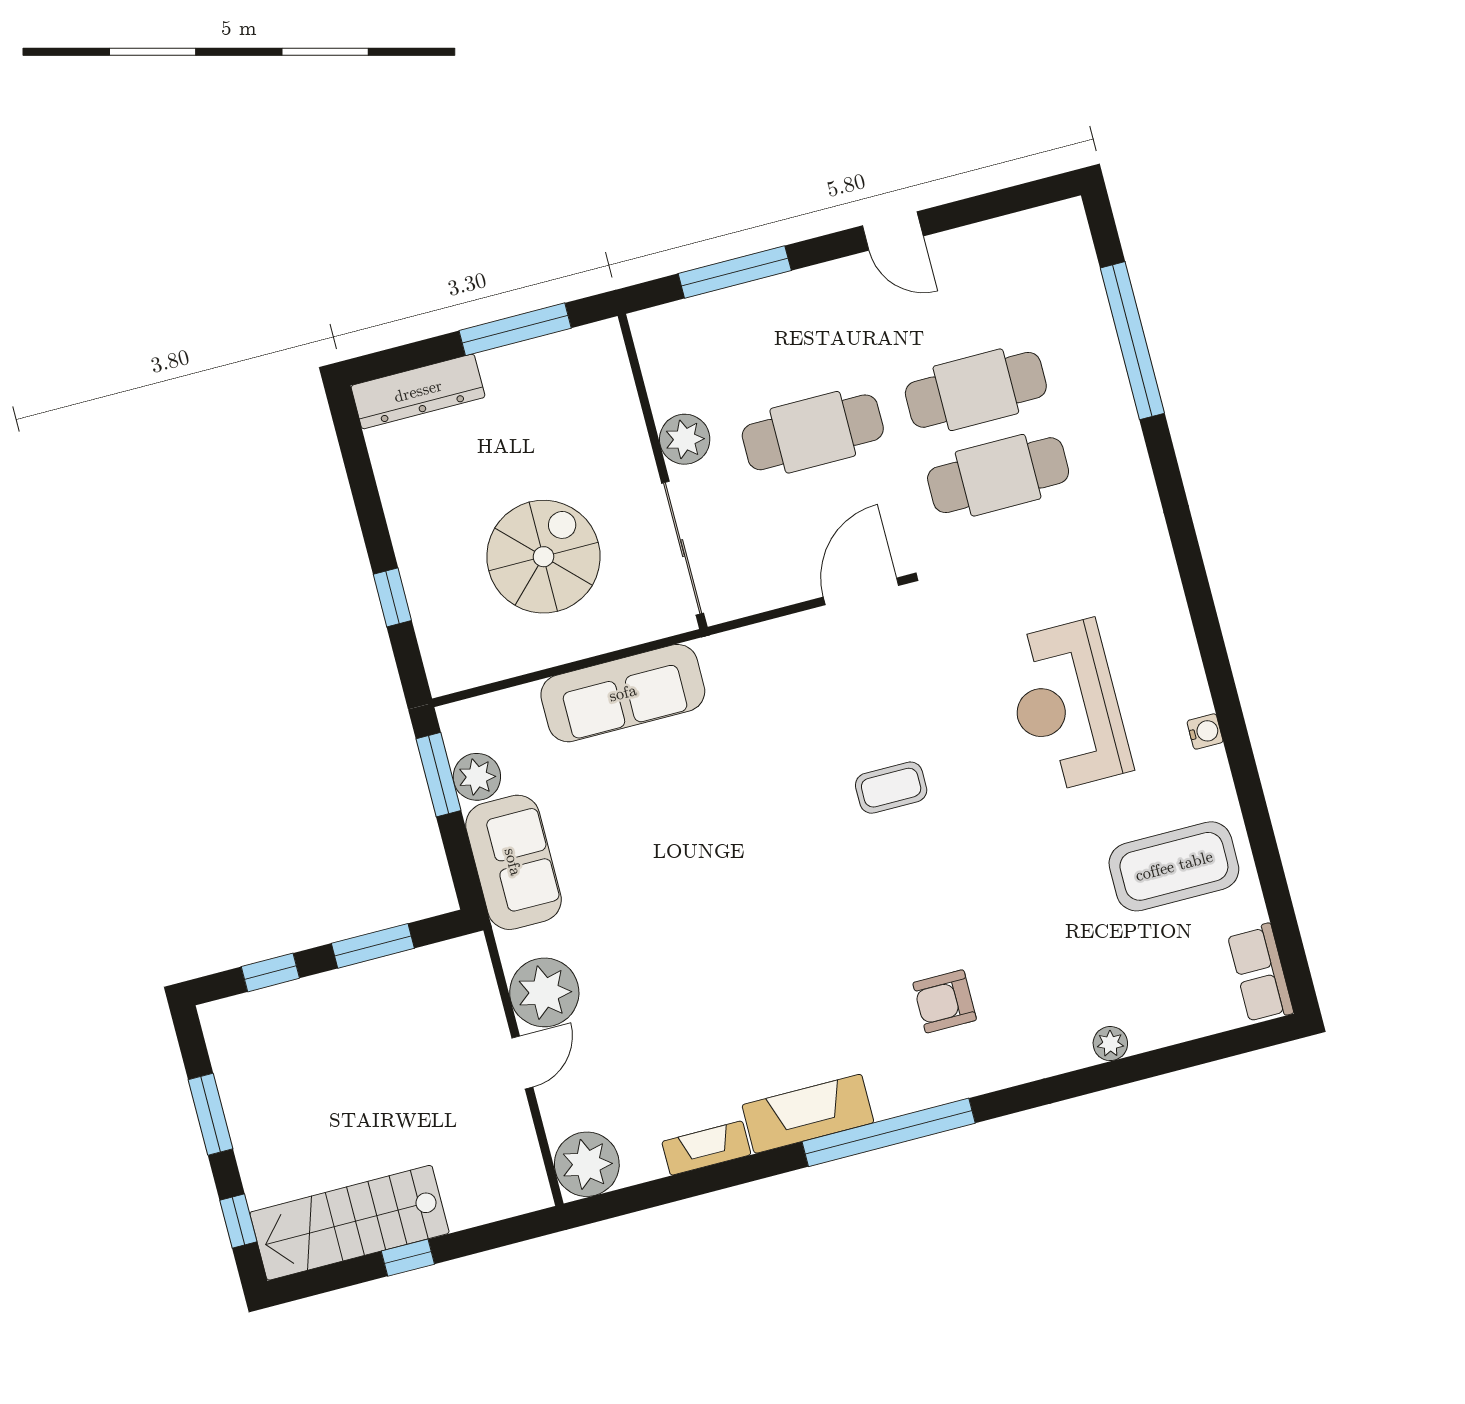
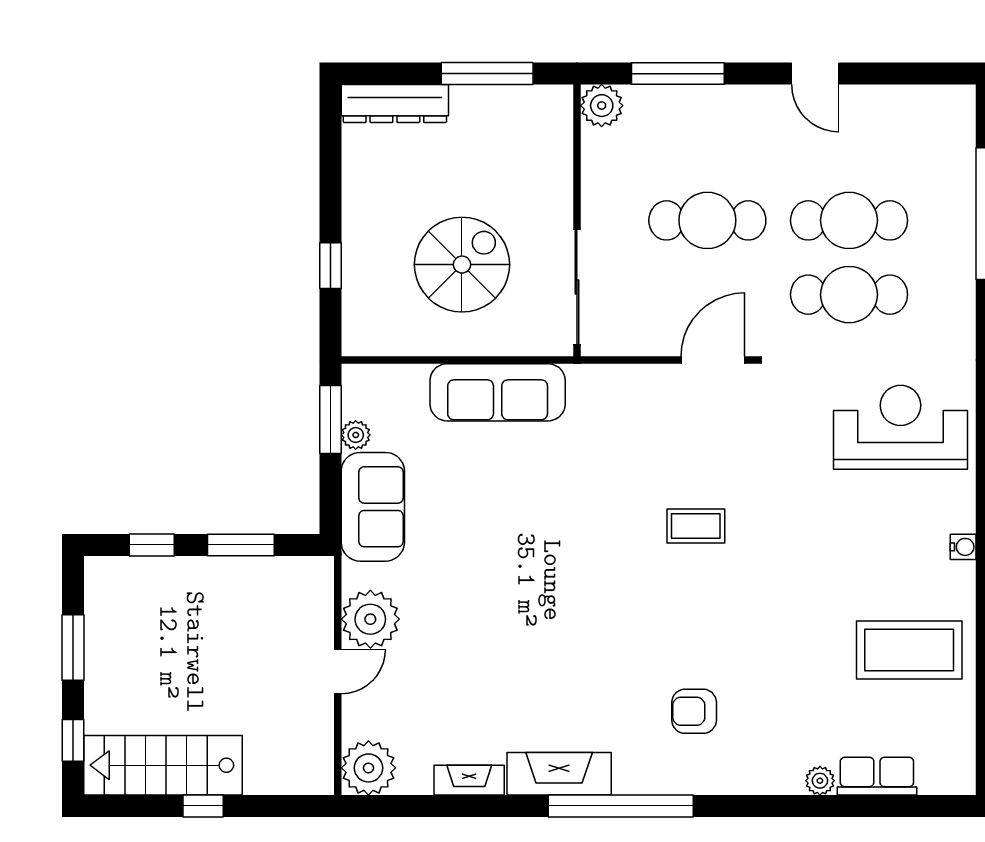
plant: (685, 439) -> (602, 106), moved
reception desk: (1066, 706) -> (901, 427), moved, turned 90
plant: (477, 777) -> (356, 435), width x0.73, depth x0.73
row of seats: (1260, 973) -> (877, 776), moved, turned 90

